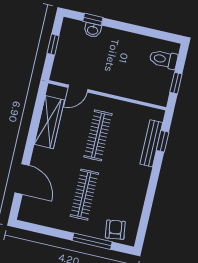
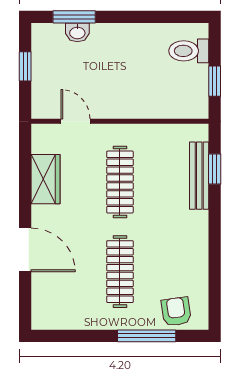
window: (93, 19) -> (74, 17), width x1.50
door: (78, 88) -> (75, 121), swing flipped
wardrobe: (49, 122) -> (46, 179), width x0.67
door: (22, 179) -> (25, 250), moved

